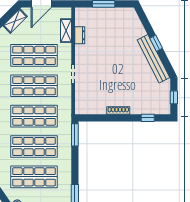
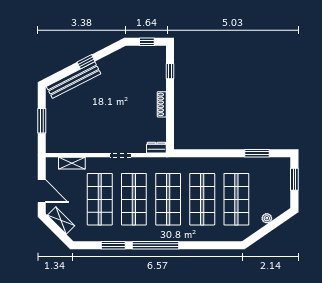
dresser: (80, 35) -> (156, 148), moved
bench: (153, 59) -> (74, 80), moved
window: (75, 135) -> (189, 153), removed

